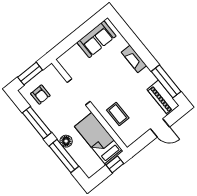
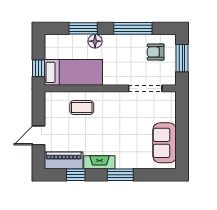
window: (142, 52) -> (120, 175), added
fireplace: (134, 59) -> (99, 162), moved
window: (166, 81) -> (76, 175), width x0.46
doorway: (79, 92) -> (145, 88), moved
window: (64, 156) -> (83, 28), width x0.69

